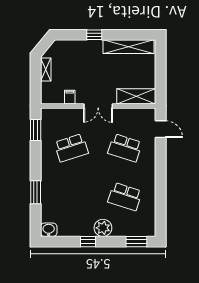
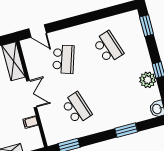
door: (161, 129) -> (38, 31), swing flipped
school desk: (125, 197) -> (108, 47), turned -36
plant: (103, 228) -> (148, 80), moved

